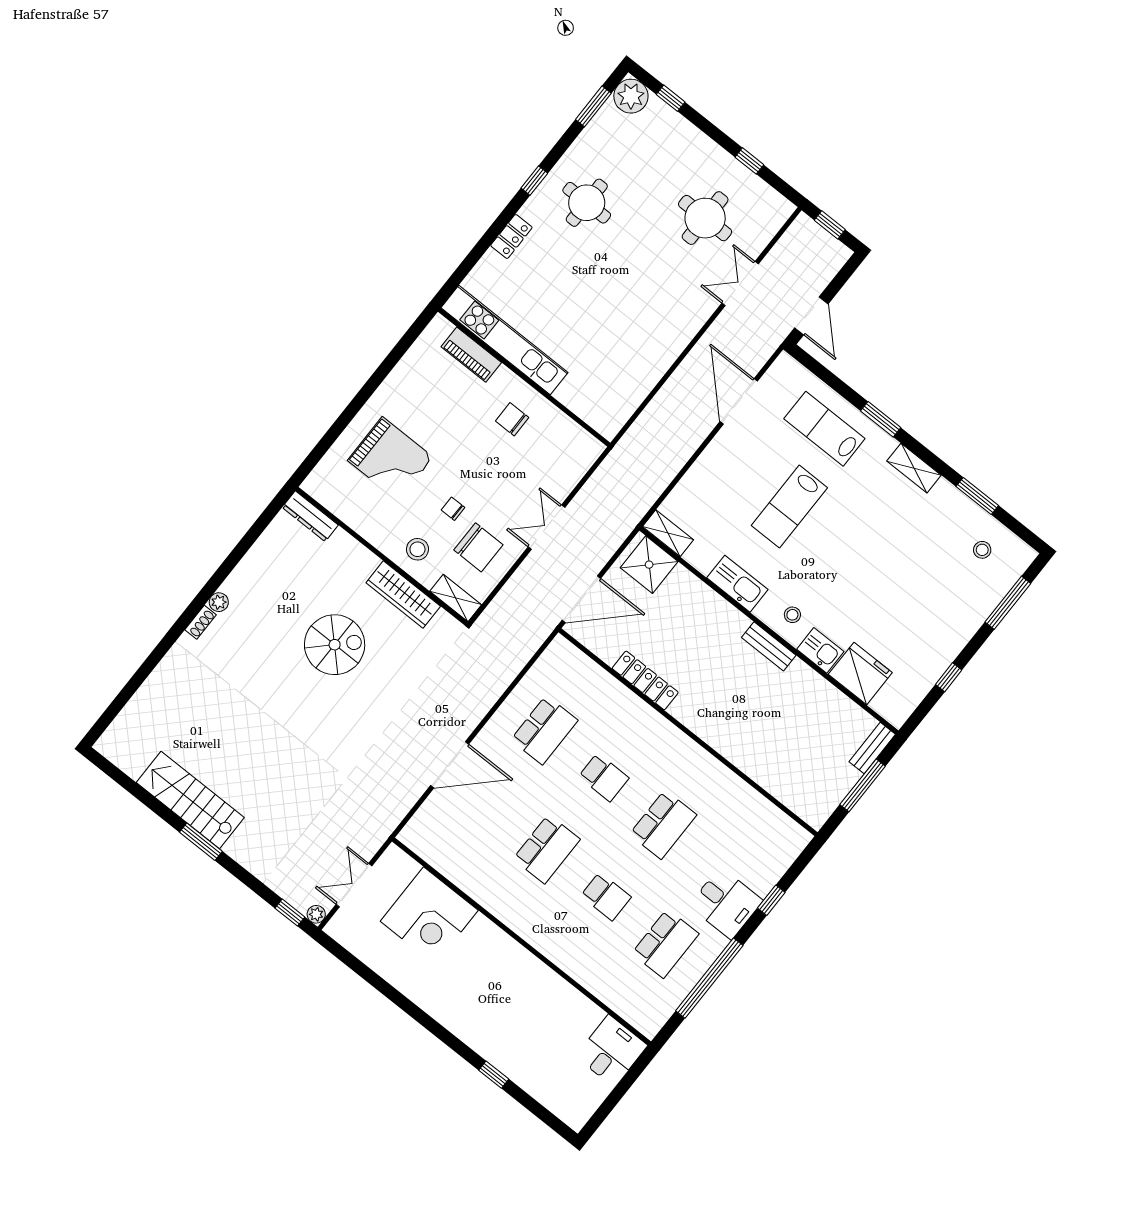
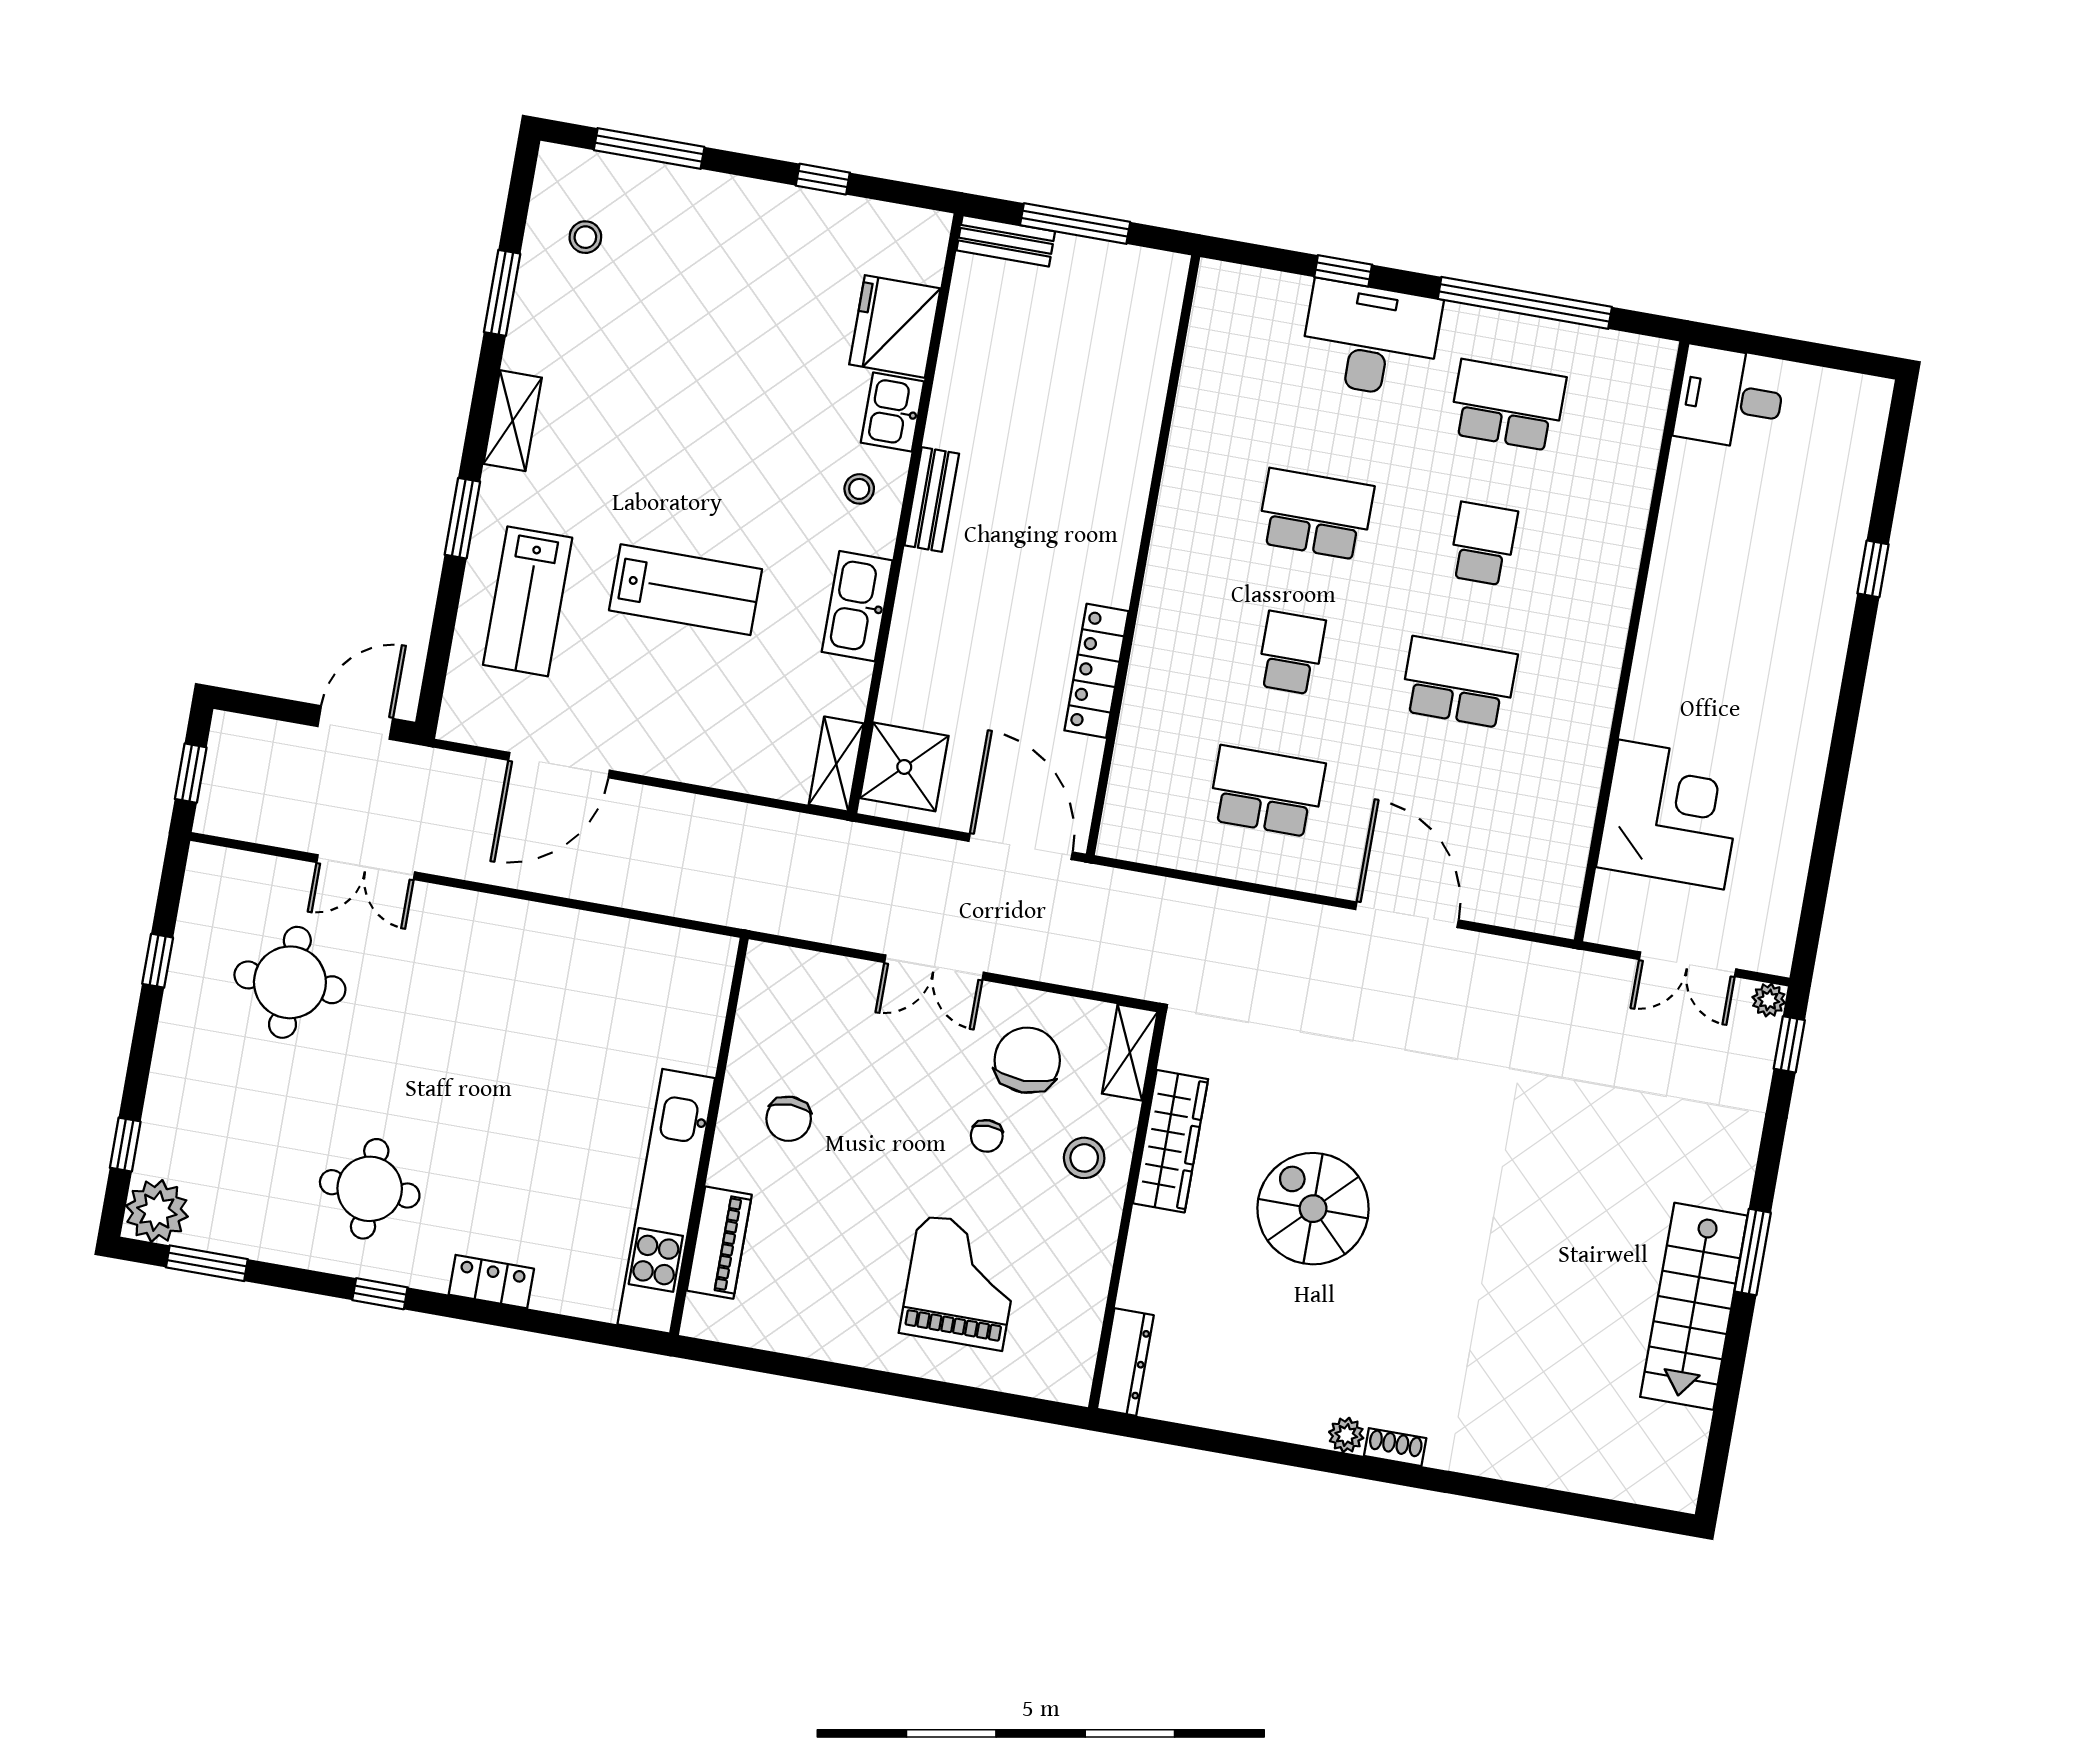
desk: (726, 903) -> (1371, 339), width x1.37

